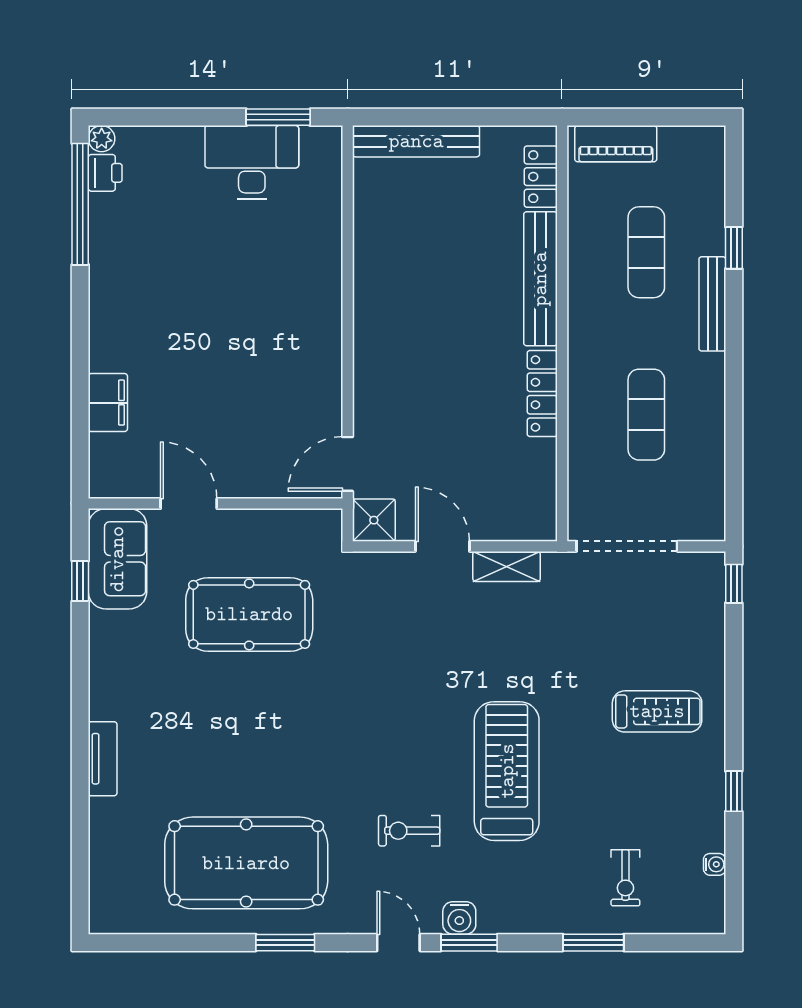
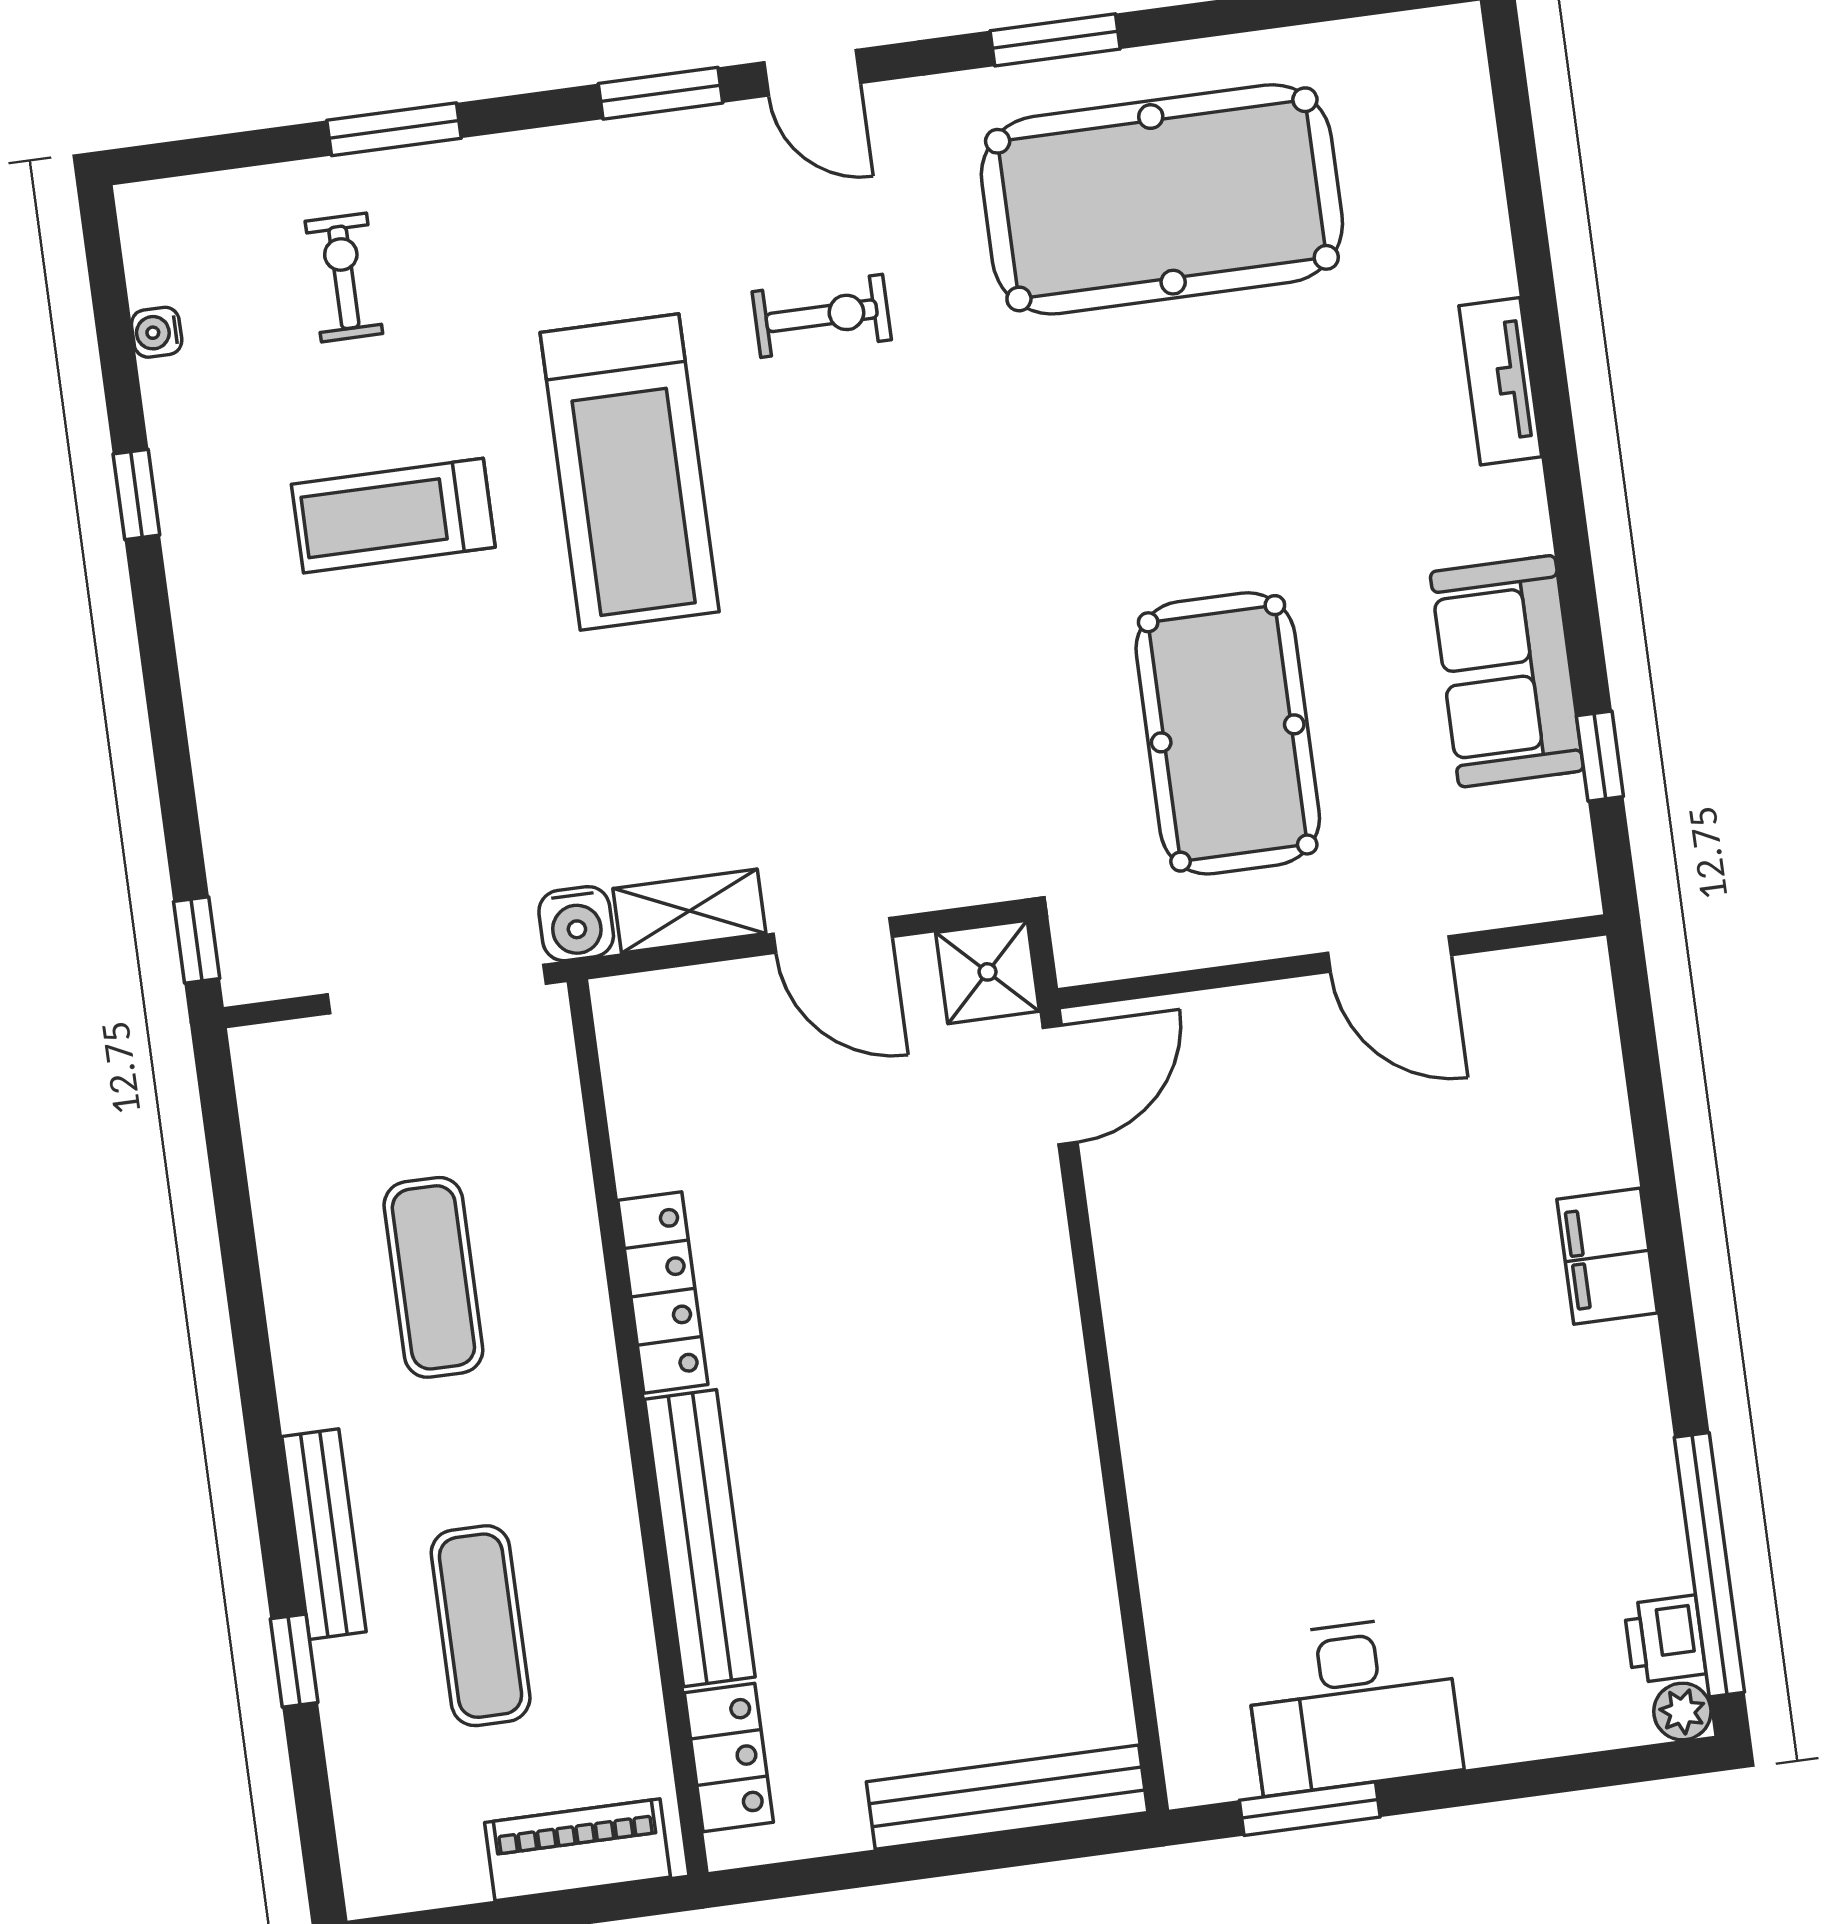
filing cabinet: (108, 403) -> (1607, 1256), moved
sofa: (117, 559) -> (1507, 671), moved
pool table: (249, 614) -> (1228, 733), turned 90
treadmill: (657, 711) -> (393, 516), moved
water cooler: (459, 918) -> (576, 924), moved, turned 180

